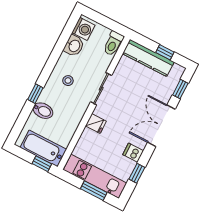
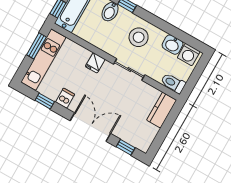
window: (165, 52) -> (162, 134), removed
kitchen counter: (148, 58) -> (162, 110), width x0.67
stool: (68, 81) -> (139, 37), width x1.89, depth x1.89
window: (94, 191) -> (36, 46), moved

